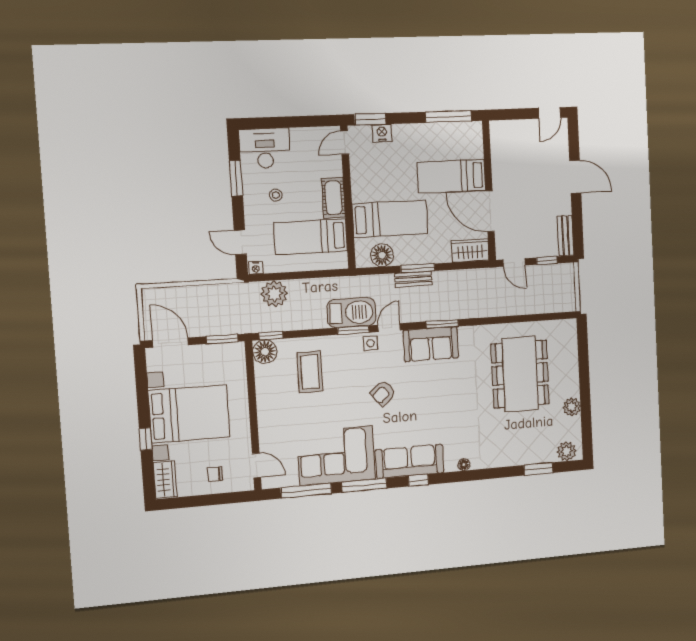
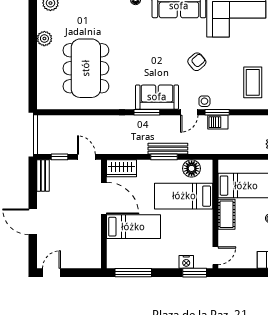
bench: (413, 279) -> (168, 149), width x1.36
barbecue: (352, 312) -> (218, 122), width x0.53, depth x0.65

